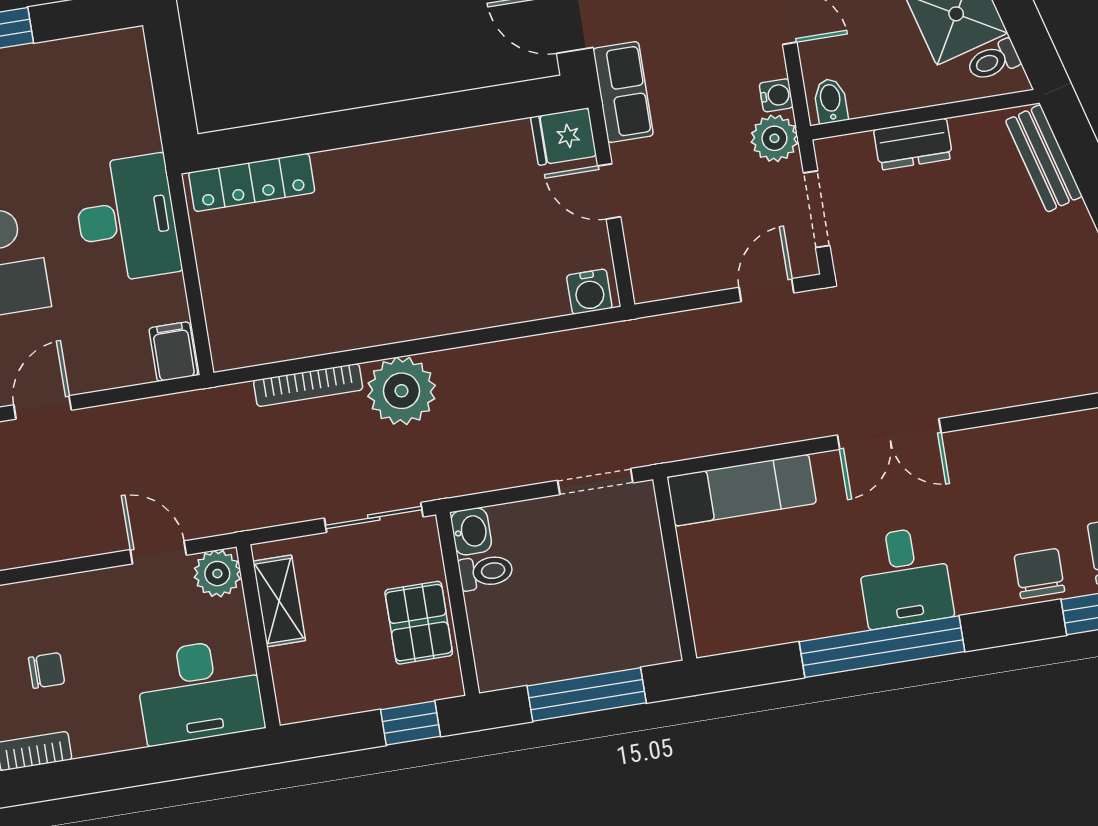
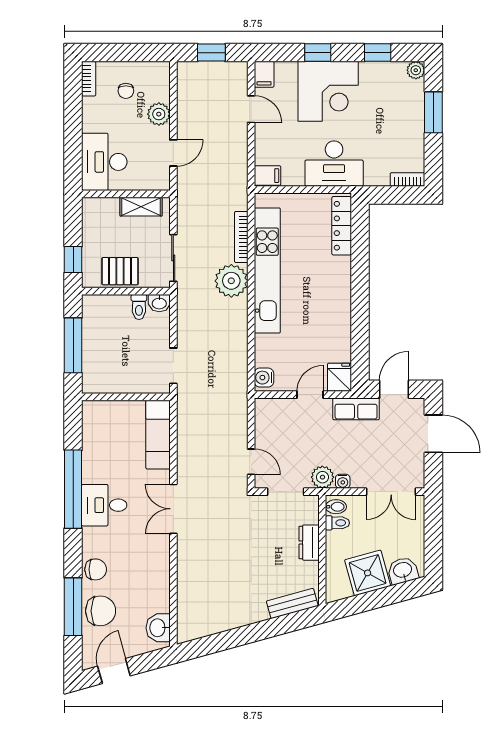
toilet: (993, 61) -> (337, 523), moved, turned 105
bookcase: (135, 63) -> (408, 180), added
kitchen unit: (368, 320) -> (267, 271), added
plant: (217, 574) -> (159, 114), moved

